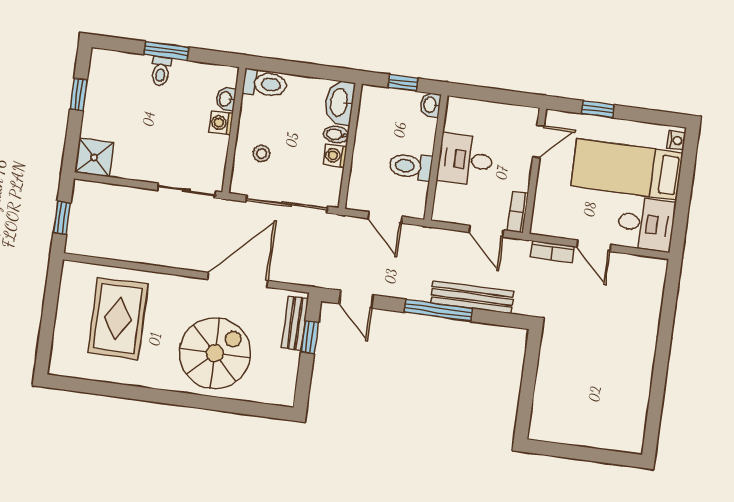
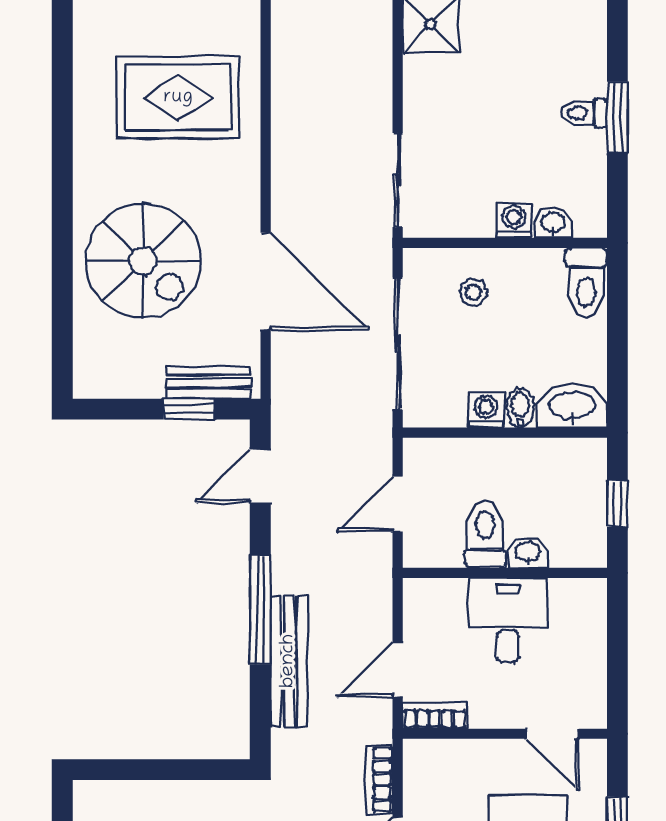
washbasin: (430, 105) -> (528, 553), moved

